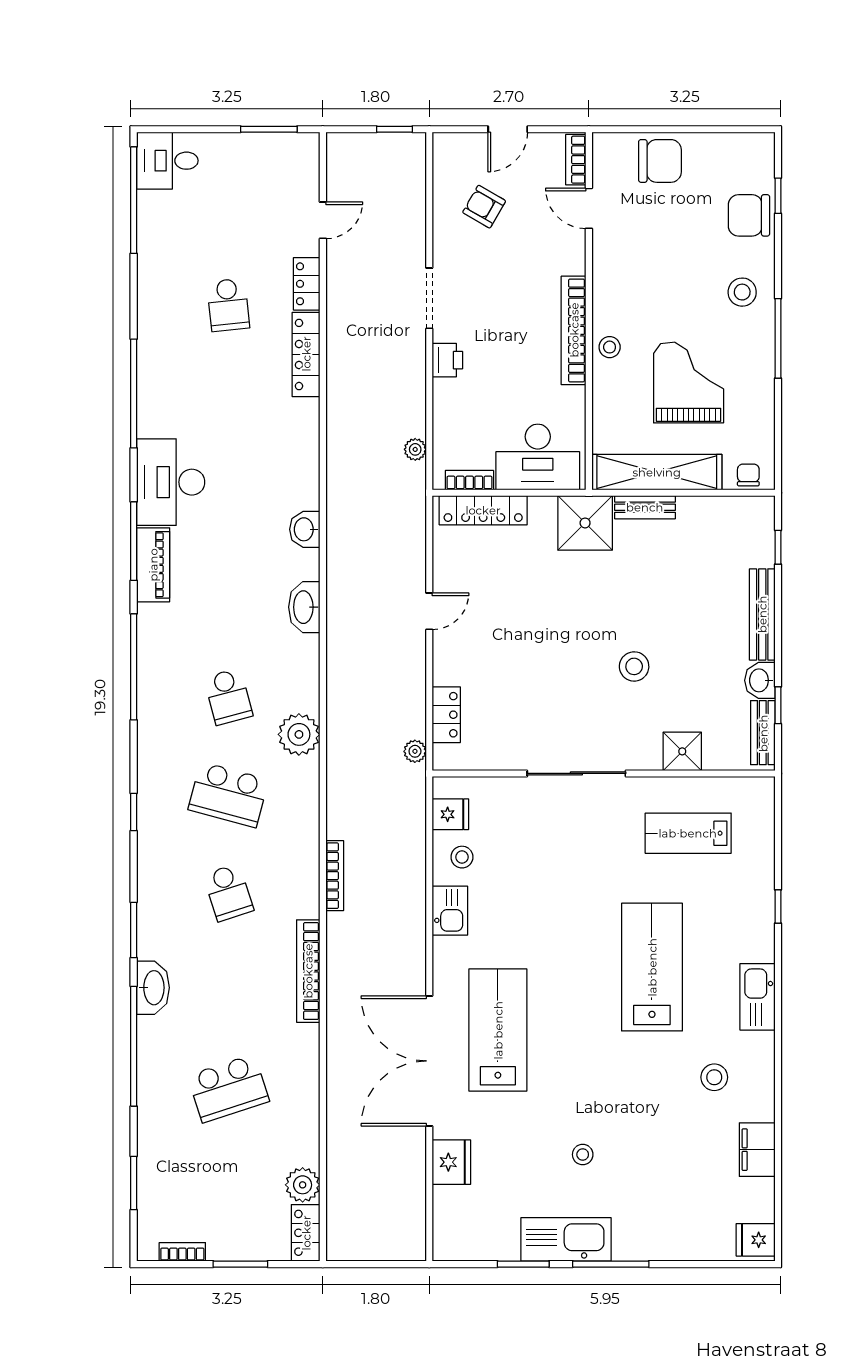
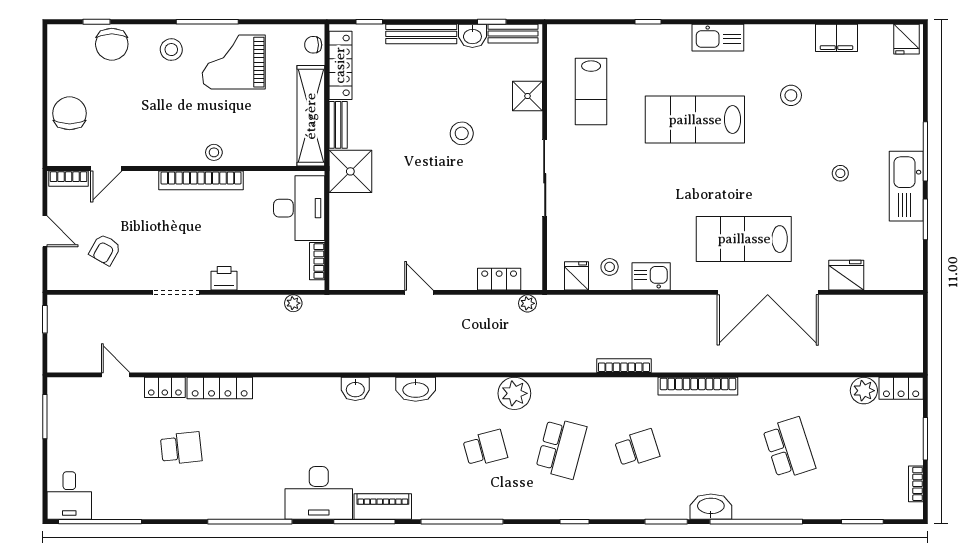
grand piano: (689, 382) -> (234, 62), moved
locker: (483, 510) -> (340, 65), moved
stool: (714, 1077) -> (791, 95), moved

